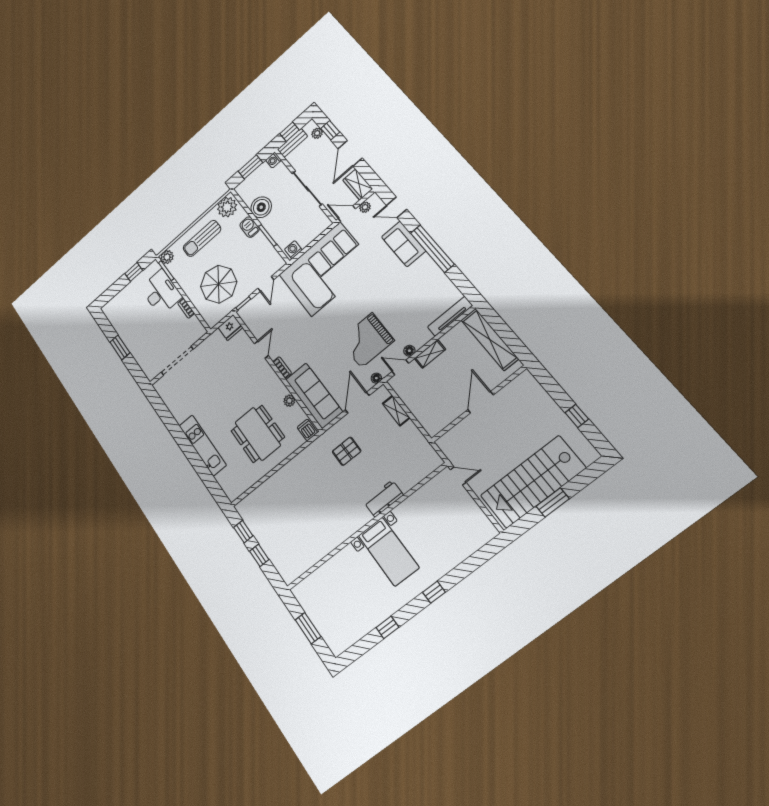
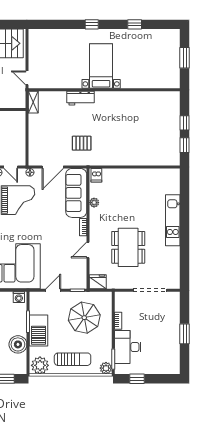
barbecue: (250, 227) -> (39, 331), width x1.88, depth x1.53
shelving: (396, 411) -> (33, 102), moved
dining table: (258, 434) -> (128, 247), moved

